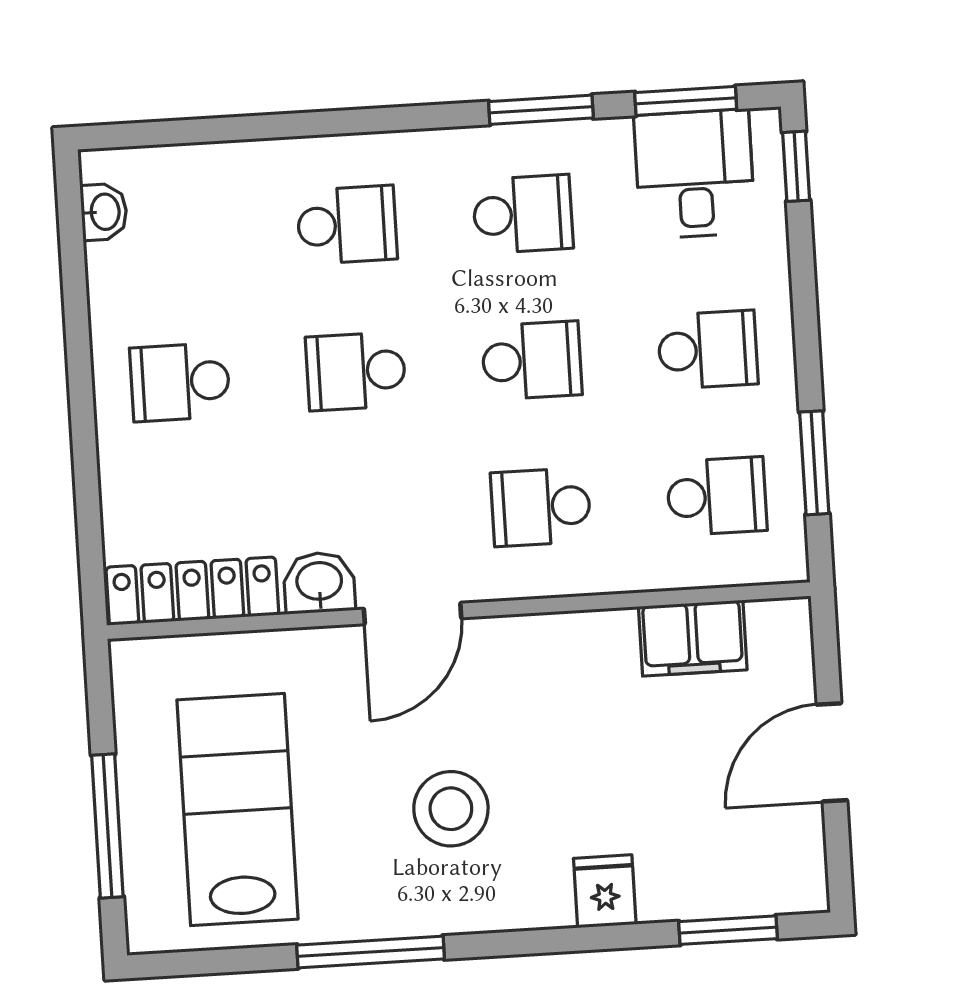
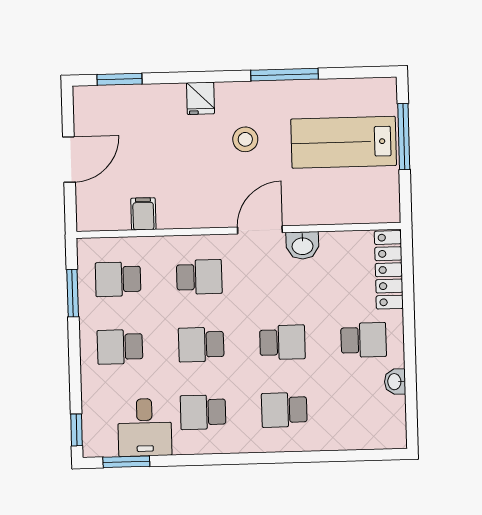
window: (541, 110) -> (193, 460), removed
desk: (695, 174) -> (145, 427), moved
washbasin: (104, 212) -> (395, 382), moved
locker: (192, 591) -> (389, 270), moved, turned 90
filing cabinet: (693, 638) -> (143, 214), width x0.50
stool: (451, 809) -> (245, 139), width x0.73, depth x0.73
lab bench: (237, 810) -> (344, 142), turned 90
fridge: (605, 891) -> (200, 98), moved

